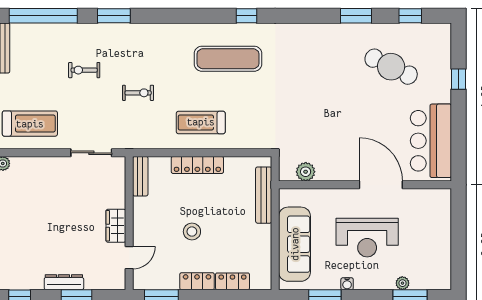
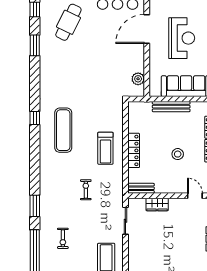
exercise bike: (84, 70) -> (63, 238), moved
bench: (264, 195) -> (171, 107), moved
wardrobe: (116, 226) -> (157, 204), moved

